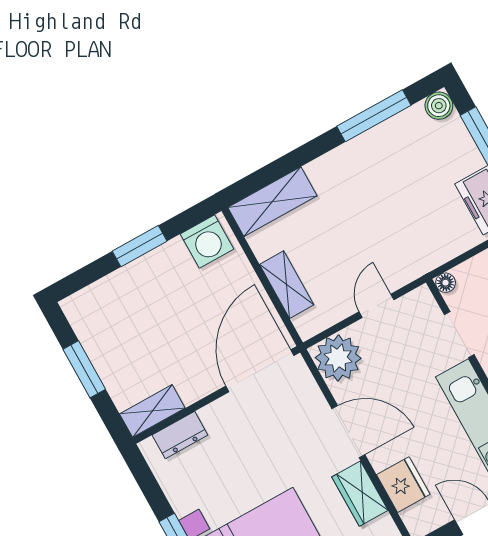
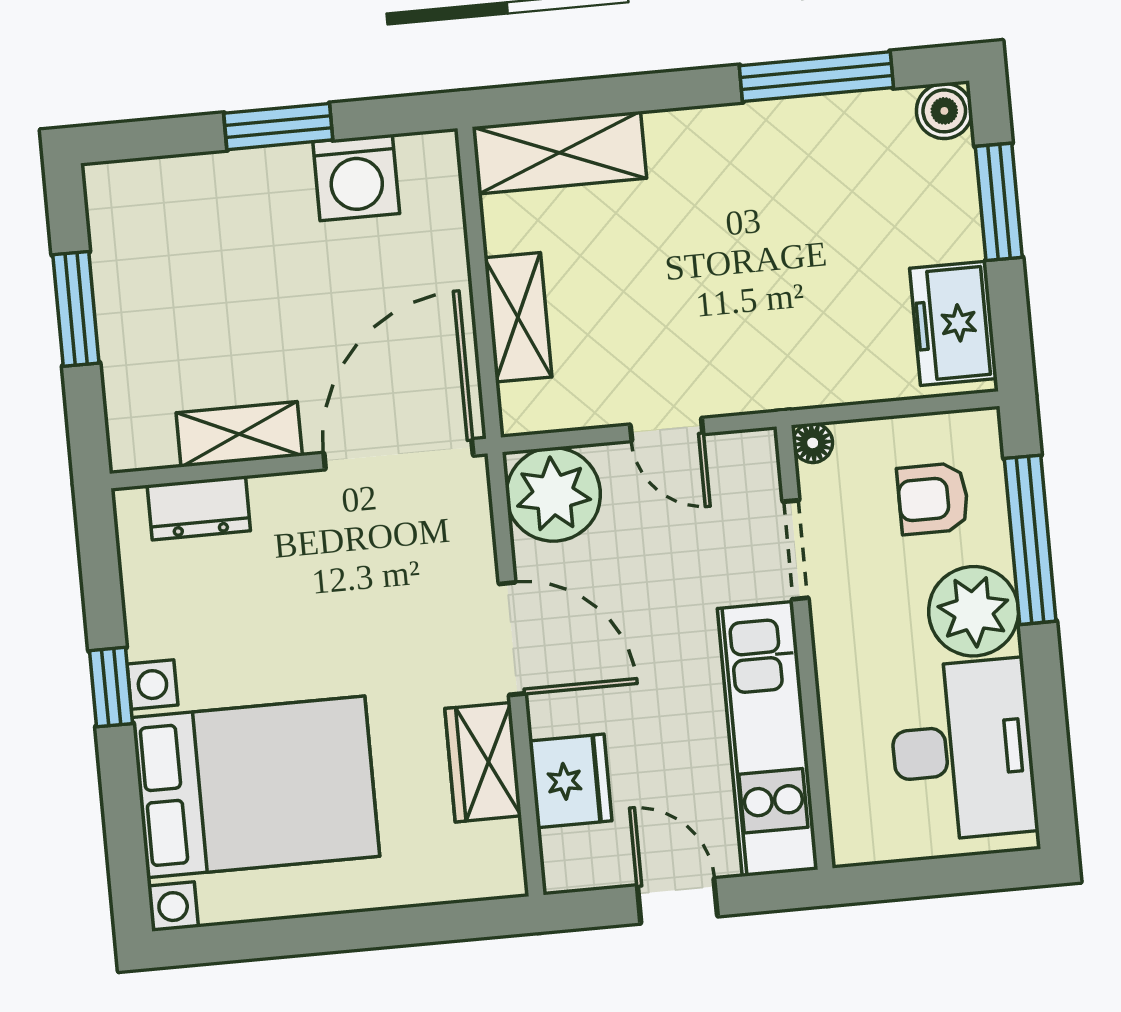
washing machine: (207, 242) -> (356, 178), moved
door: (377, 306) -> (667, 429), swing flipped
shelving: (152, 411) -> (239, 434), moved

